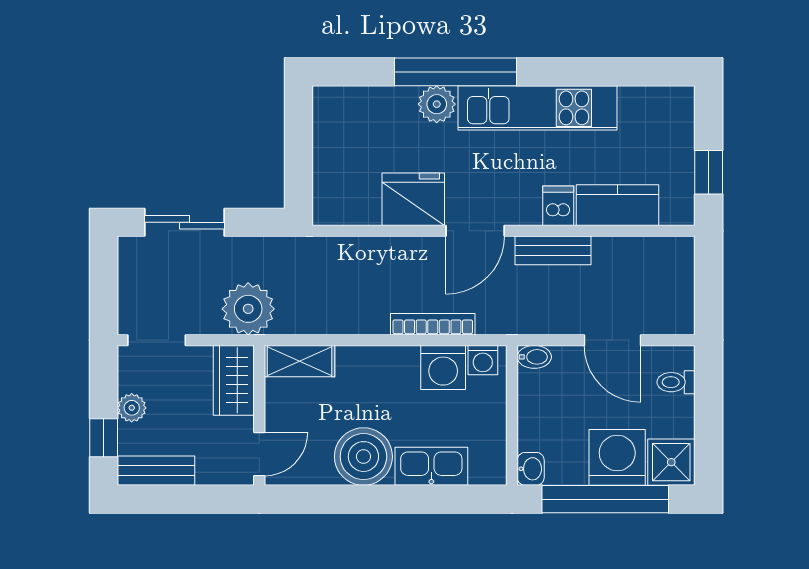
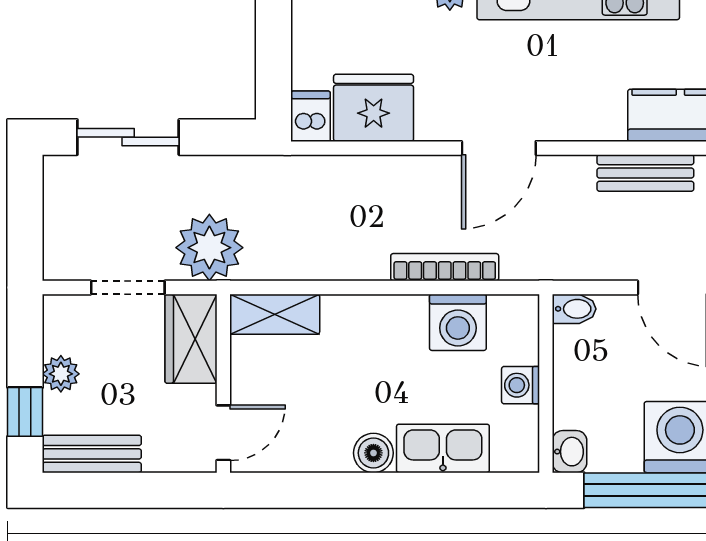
fridge: (413, 199) -> (374, 108), moved
dishwasher: (558, 206) -> (311, 116), moved
bench: (553, 250) -> (645, 173), moved
doorway: (157, 340) -> (128, 288), moved
washing machine: (483, 360) -> (521, 385), moved, turned 90
boiler: (363, 457) -> (373, 453), width x0.54, depth x0.54

